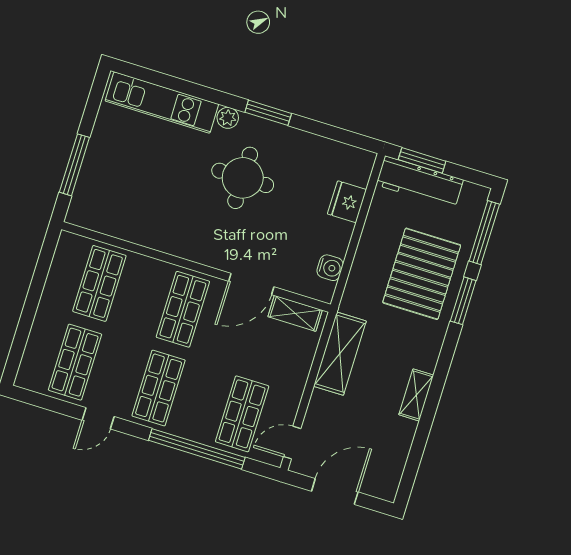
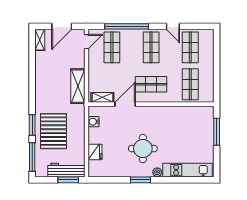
shop shelf: (183, 309) -> (151, 84), turned 90
shelving: (416, 395) -> (40, 40), moved
door: (98, 418) -> (173, 26), swing flipped

